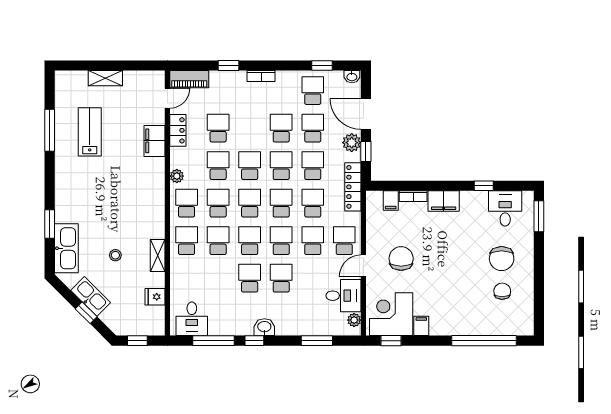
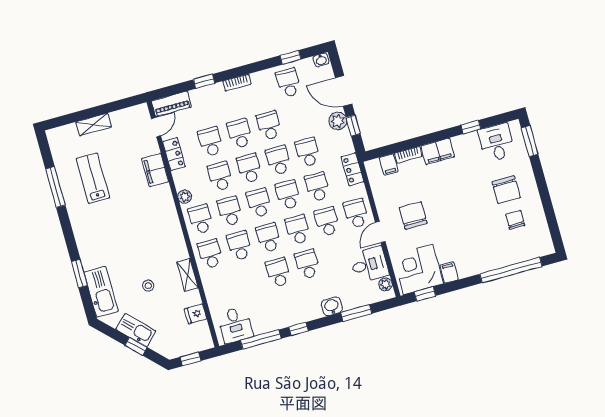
school desk: (313, 128) -> (240, 134), moved
locker: (353, 187) -> (352, 169), width x0.66
washbasin: (264, 327) -> (332, 306), moved

